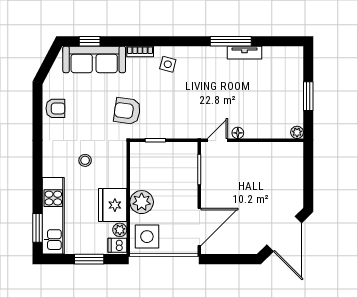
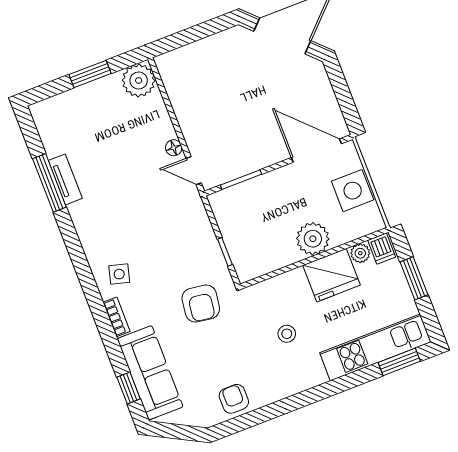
window: (231, 41) -> (49, 183), moved
plant: (297, 132) -> (139, 80), width x1.88, depth x1.88
side table: (147, 237) -> (353, 191), moved

